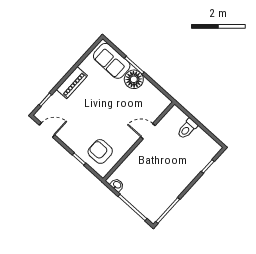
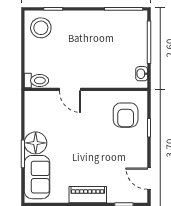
toilet: (187, 129) -> (36, 80), moved
stool: (203, 148) -> (41, 28), added

